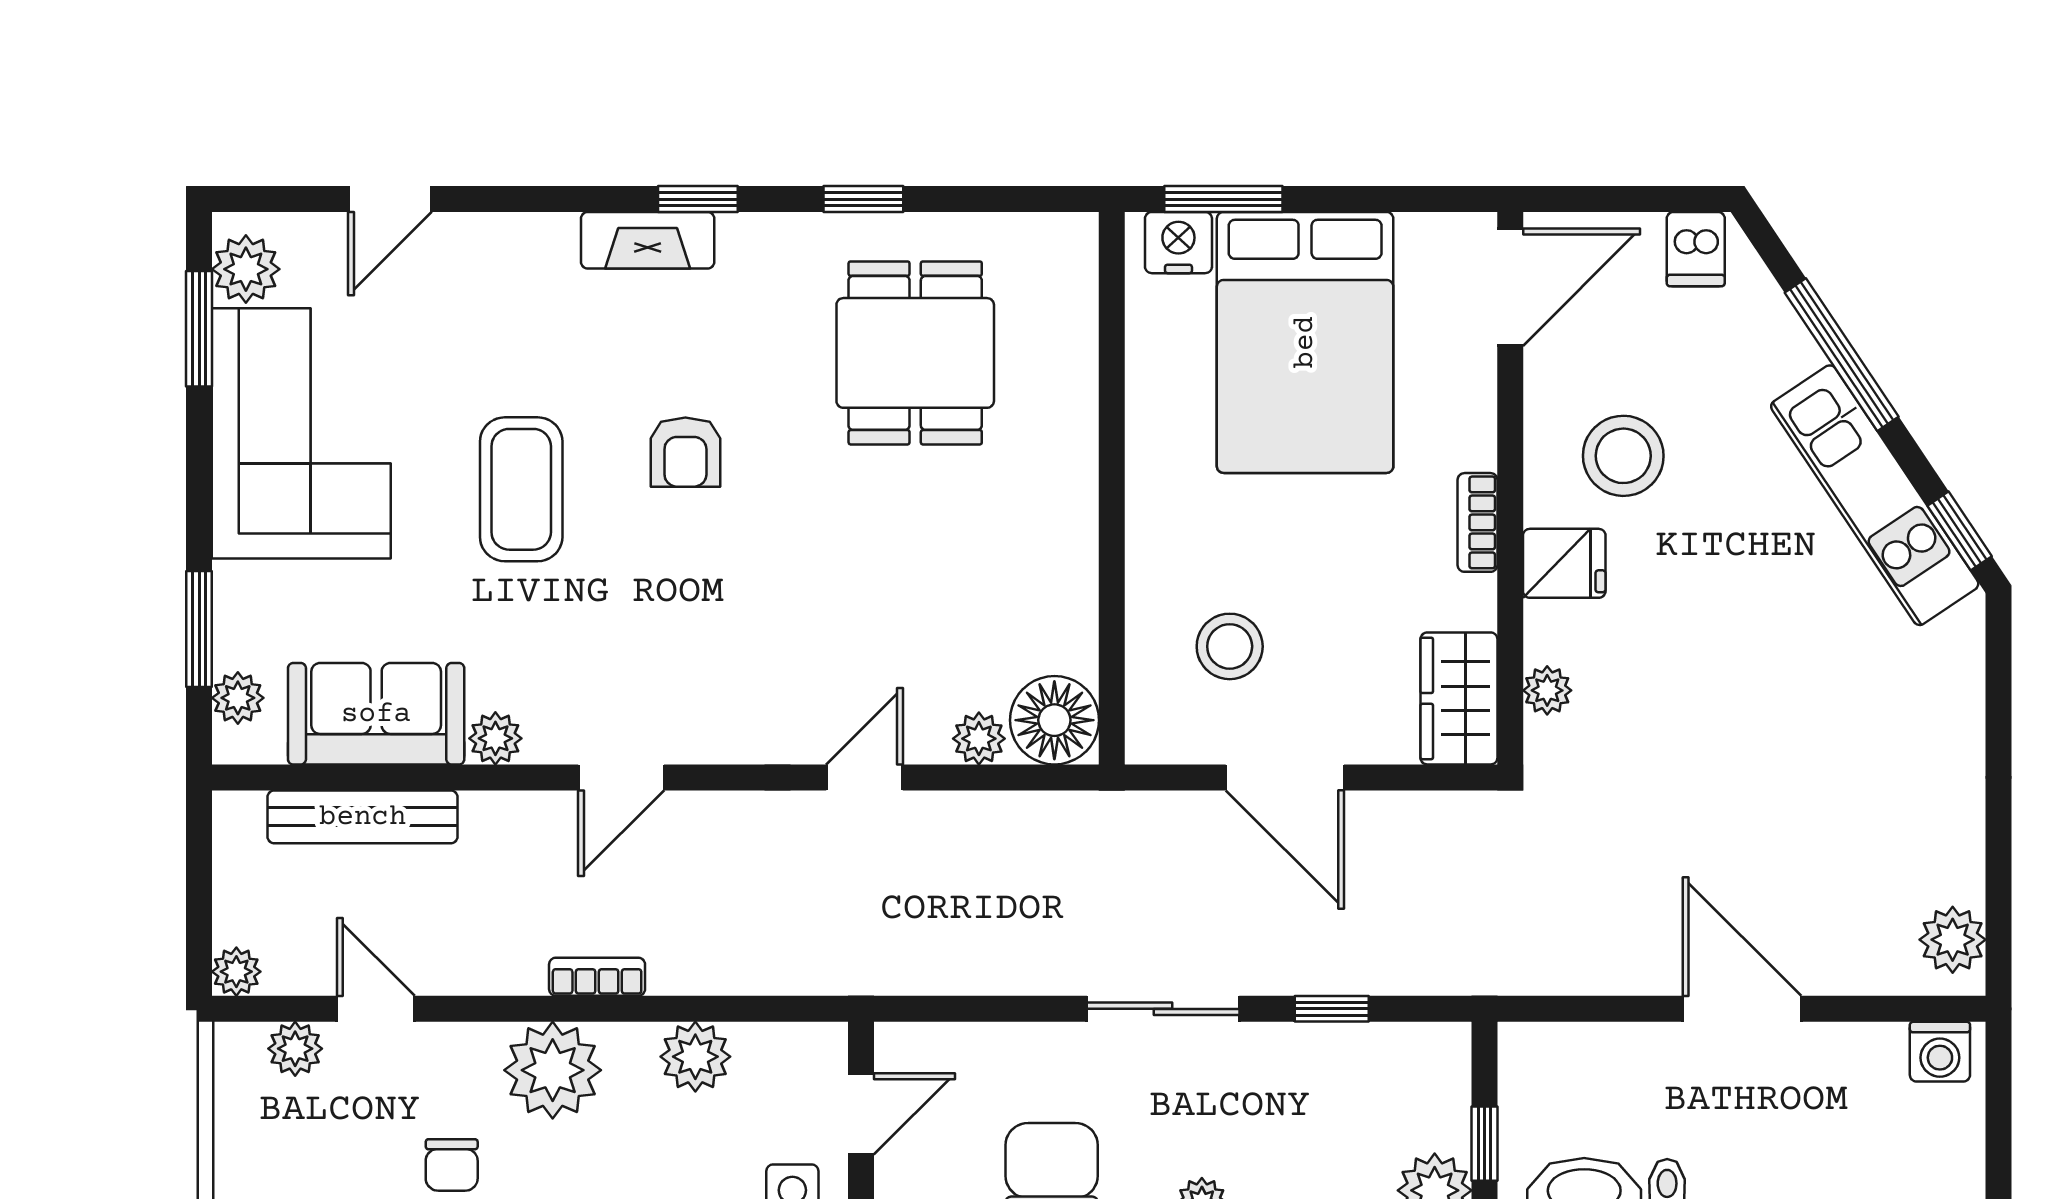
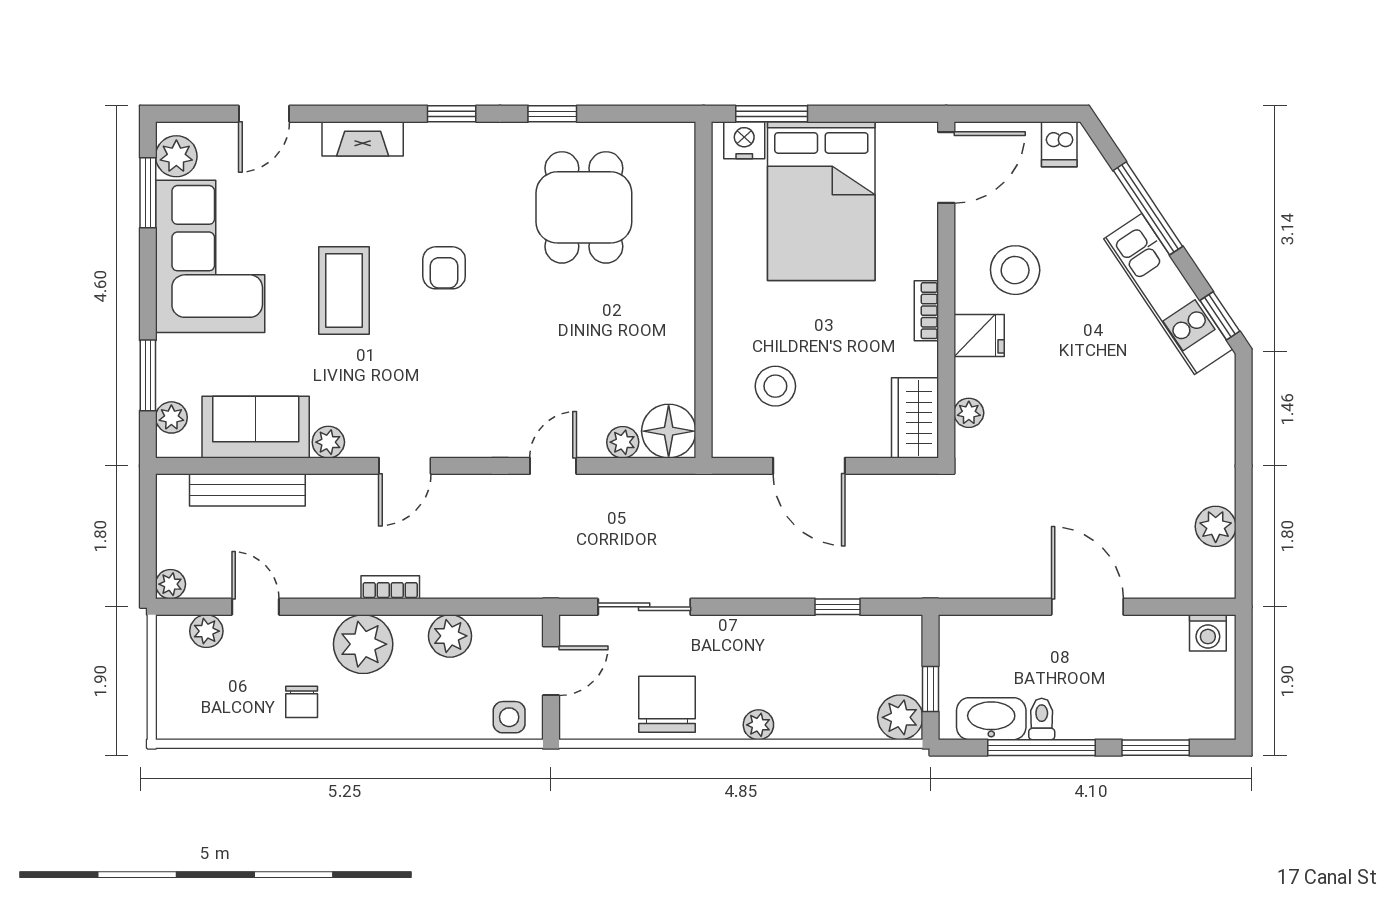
fireplace: (648, 240) -> (363, 139), moved
plant: (1953, 940) -> (1216, 526), moved
sliding door: (1163, 1009) -> (644, 607), moved

